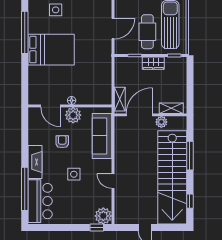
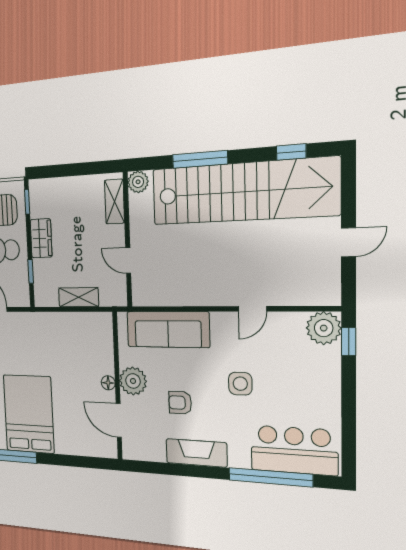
shelving: (120, 99) -> (79, 297), moved
door: (50, 106) -> (119, 420), swing flipped
door: (139, 115) -> (128, 261), width x0.53
plant: (161, 122) -> (138, 182), moved
fireplace: (35, 162) -> (196, 453), moved

